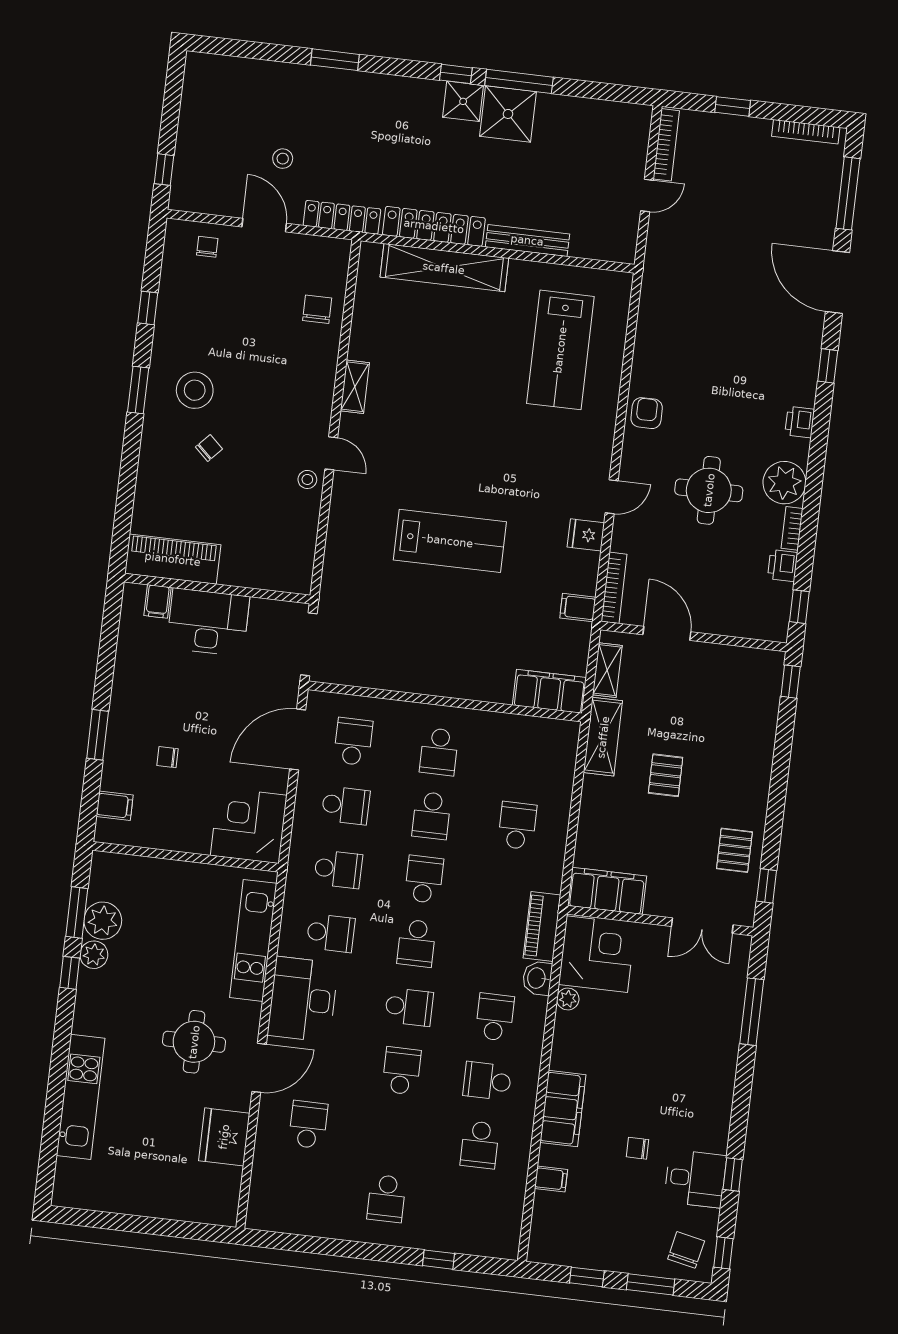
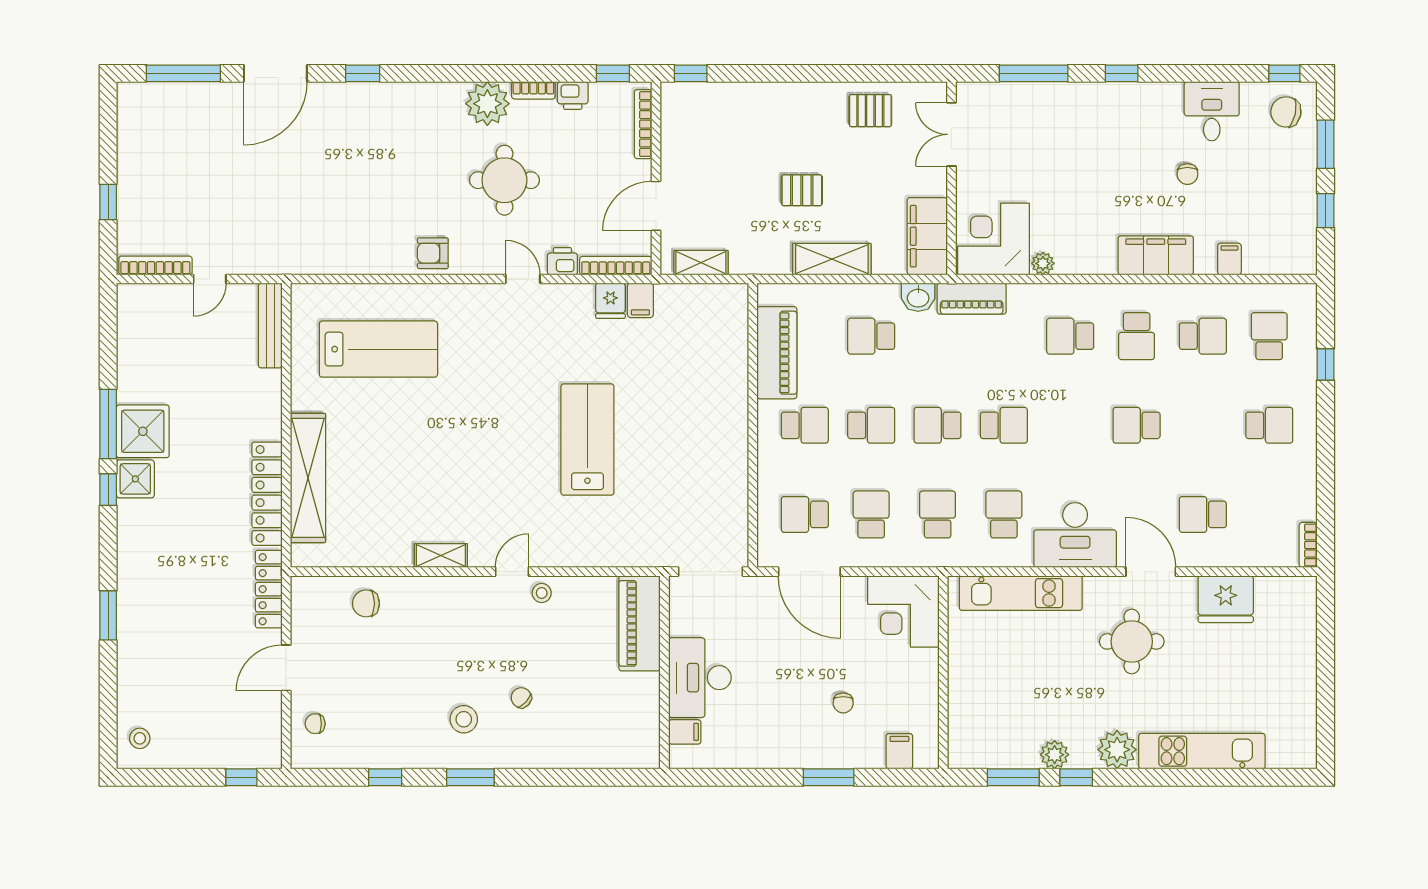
bookcase: (806, 132) -> (643, 124), moved, turned 180
stool: (283, 159) -> (140, 738), moved
door: (647, 196) -> (210, 279), swing flipped
bench: (527, 240) -> (270, 326), moved
stool: (195, 390) -> (464, 719), width x0.73, depth x0.73
printer: (800, 422) -> (562, 261), moved, turned 180
fridge: (586, 535) -> (610, 301), moved
piano: (173, 559) -> (640, 623), moved
filing cabinet: (549, 691) -> (730, 319), removed
piano: (512, 733) -> (777, 353), added
shelving: (603, 737) -> (832, 259), moved
window: (767, 886) -> (903, 73), removed
plant: (103, 921) -> (1117, 750), moved
double door: (702, 926) -> (951, 134), swing flipped
washbasin: (537, 978) -> (918, 297), moved
school desk: (409, 1007) -> (1269, 336), moved
window: (733, 1175) -> (1122, 73), moved
bookcase: (267, 1223) -> (1308, 545), added

